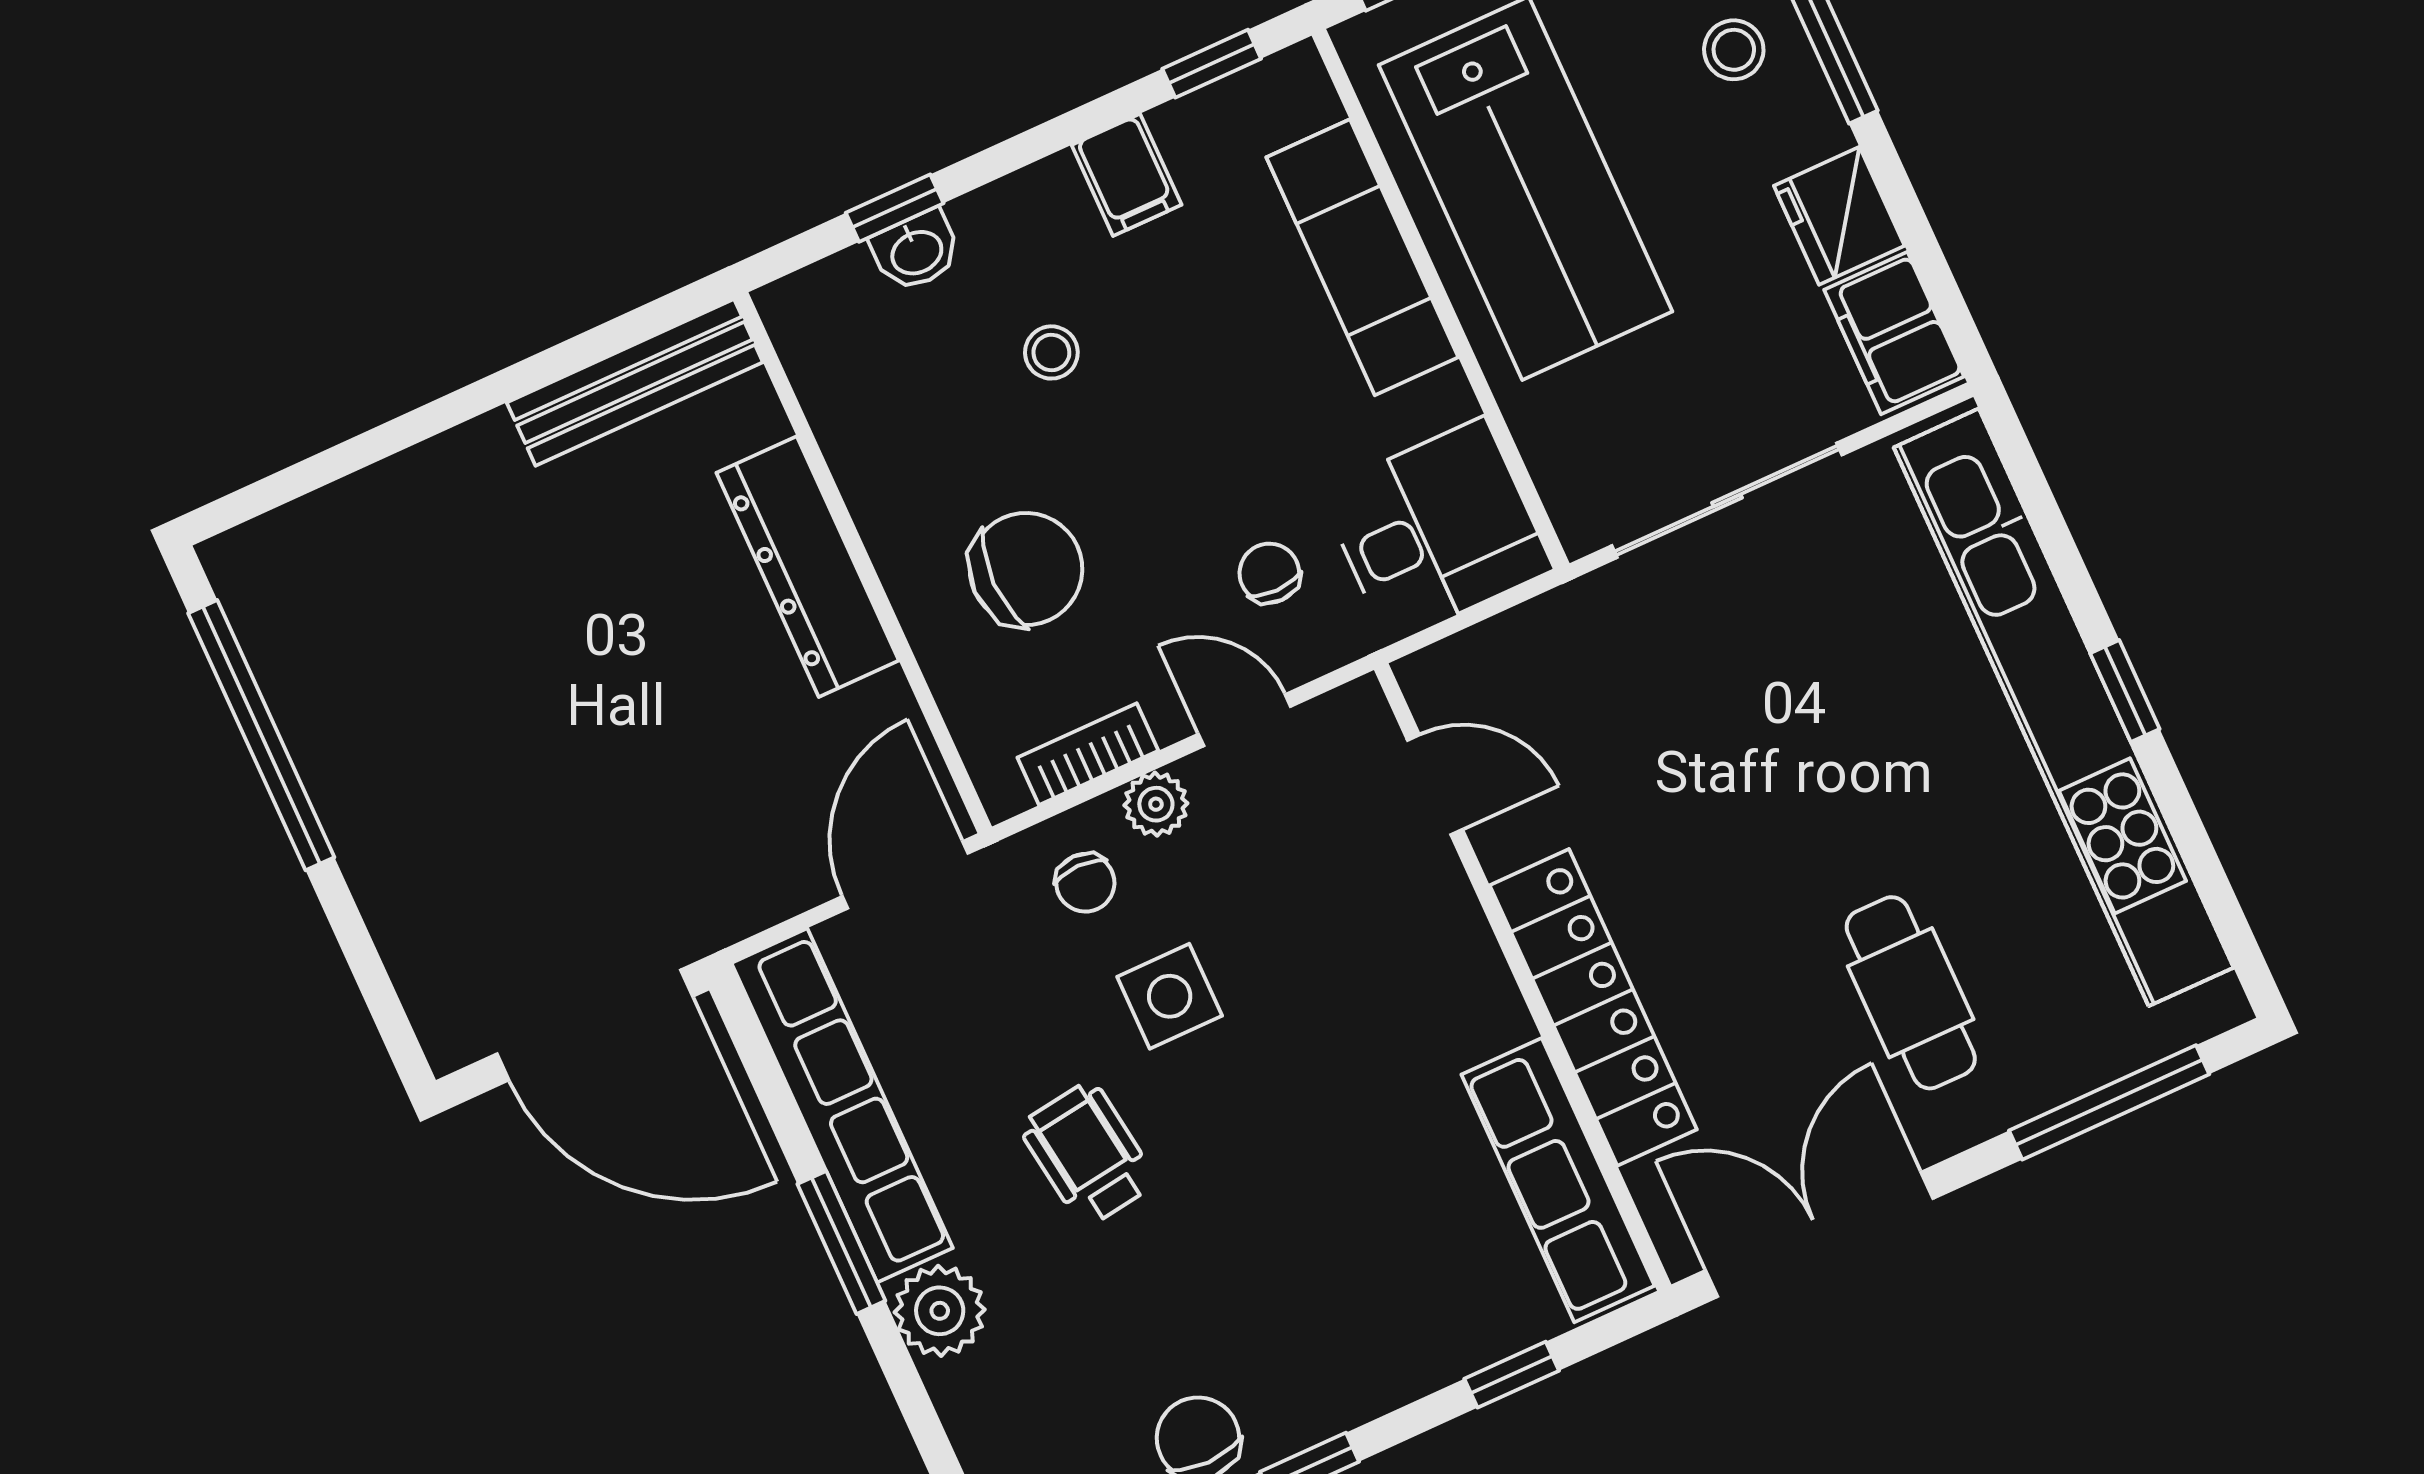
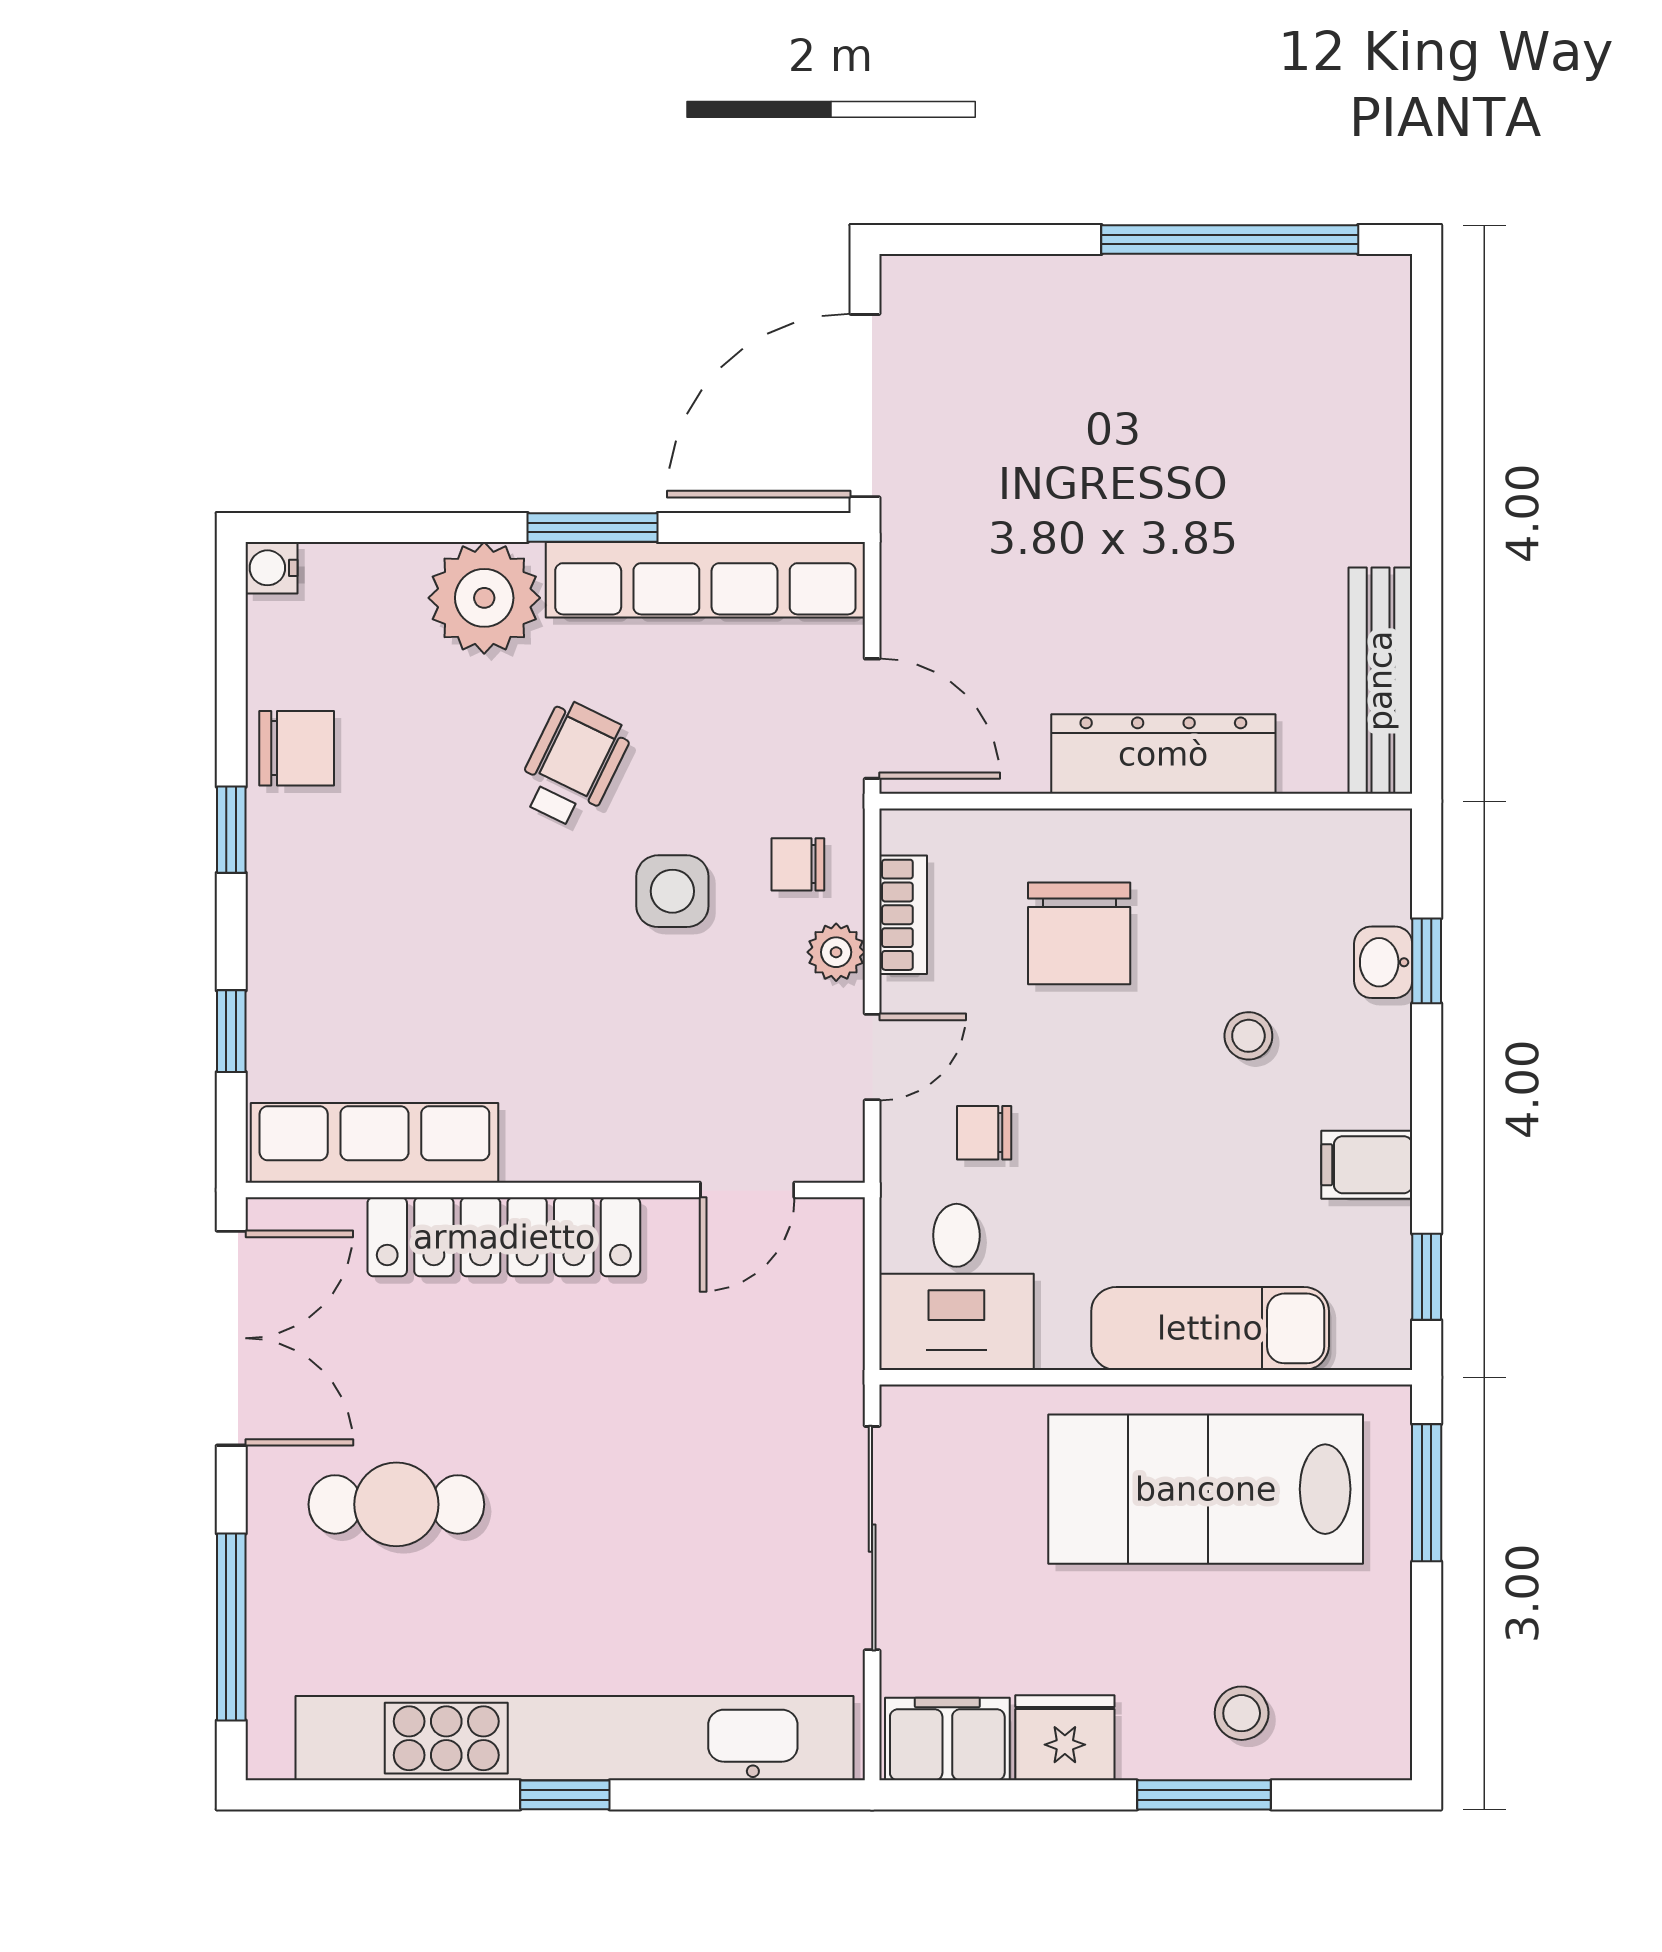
chair: (1269, 573) -> (984, 1133), turned 180
wheelchair: (1088, 1154) -> (573, 764), turned -56
plant: (940, 1311) -> (484, 598), width x1.36, depth x1.36

